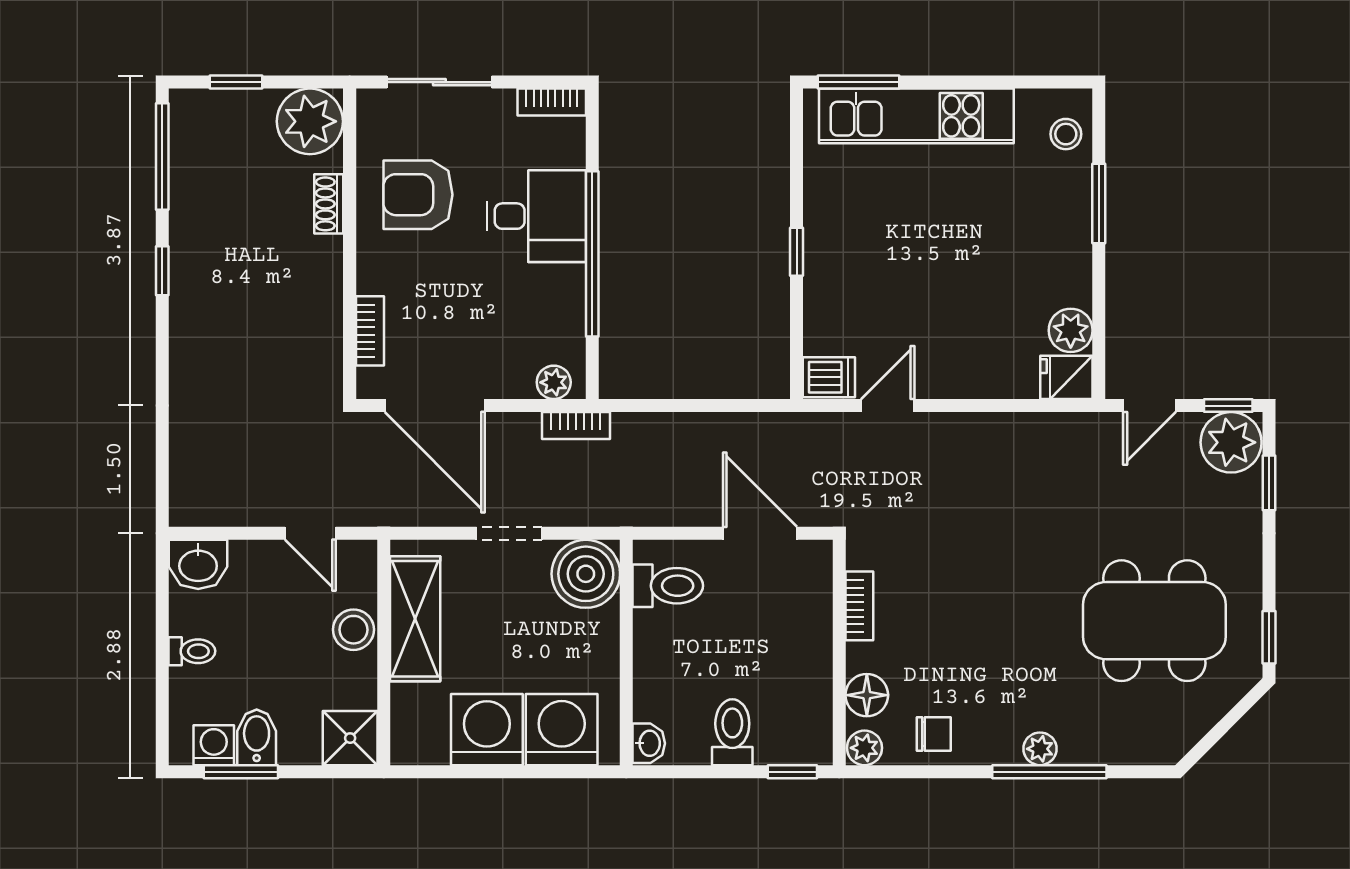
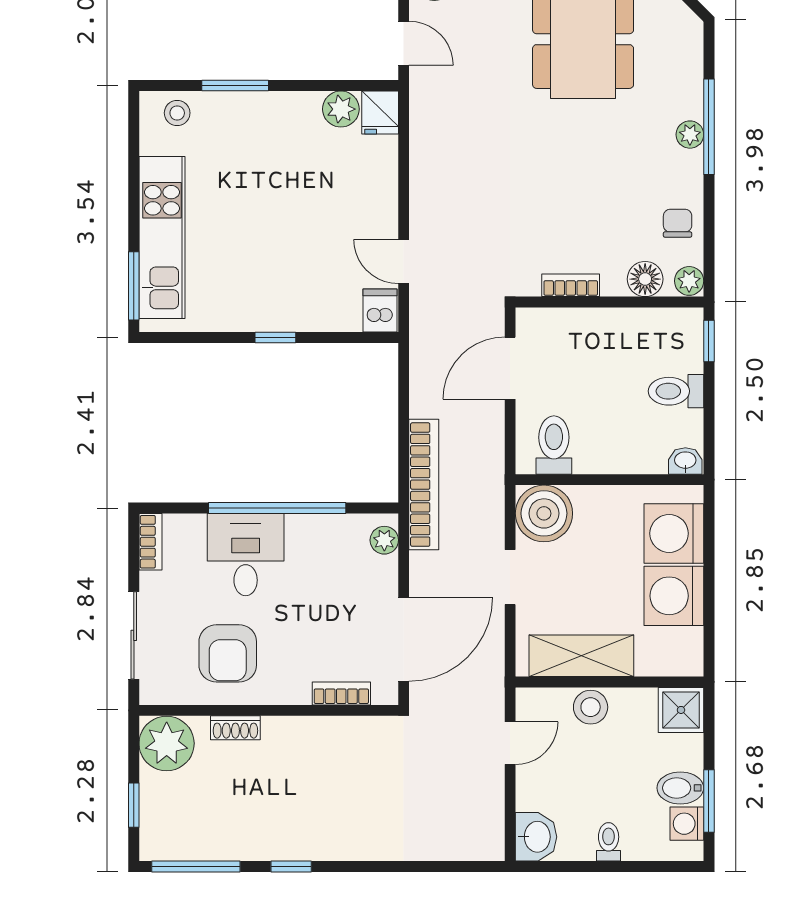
bookcase: (576, 426) -> (424, 485), width x2.31, depth x1.31

